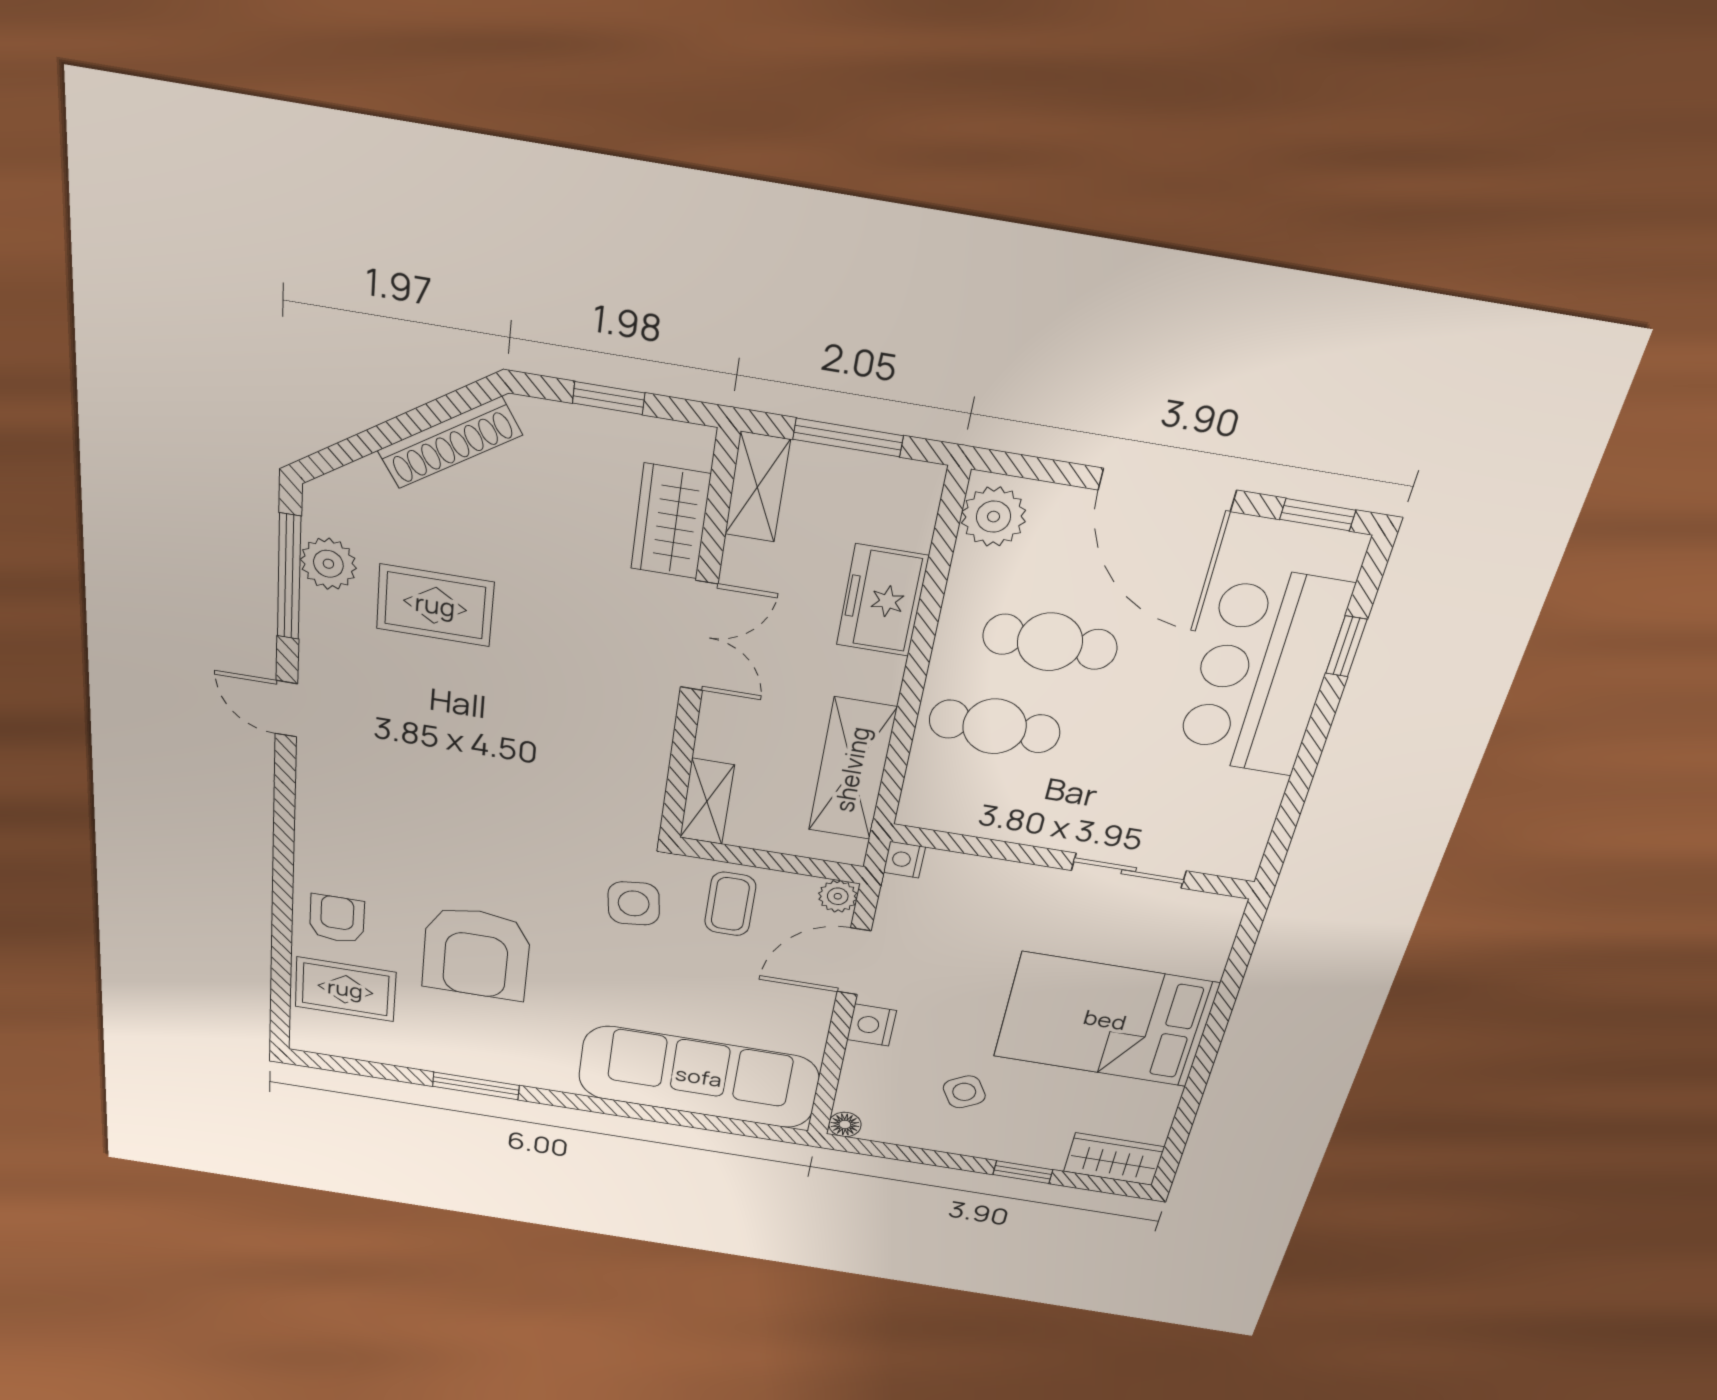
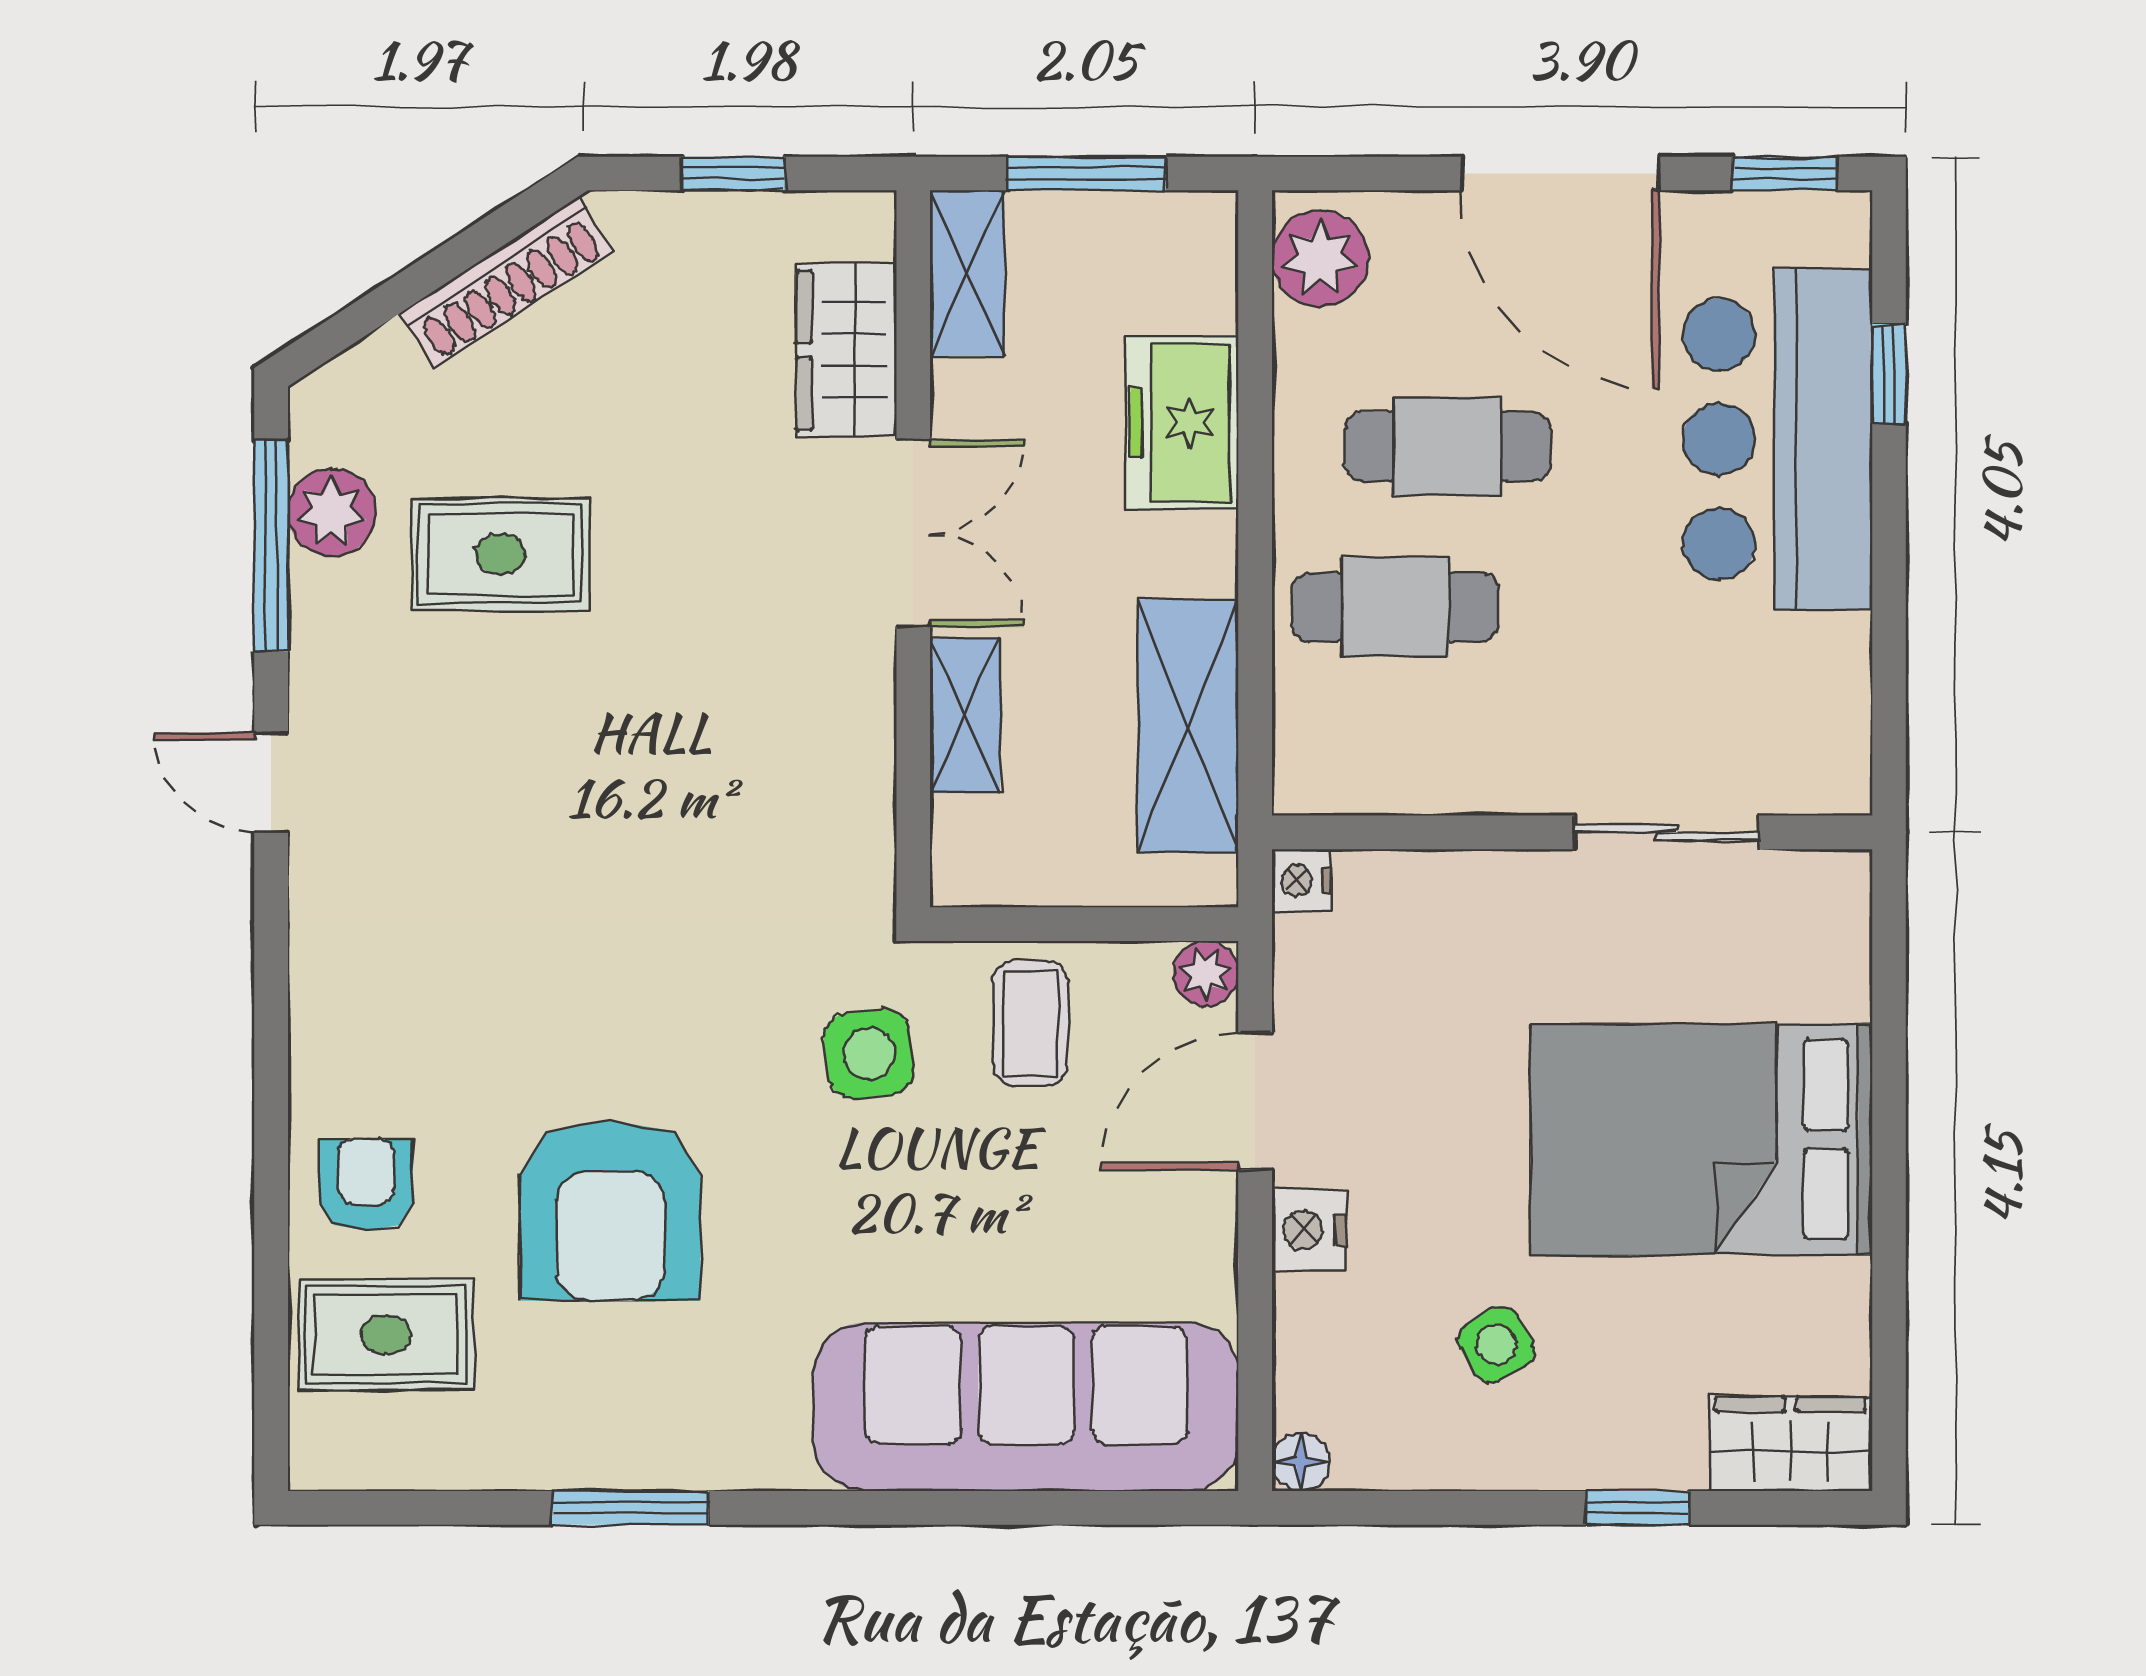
shelving: (707, 801) -> (965, 716), moved

